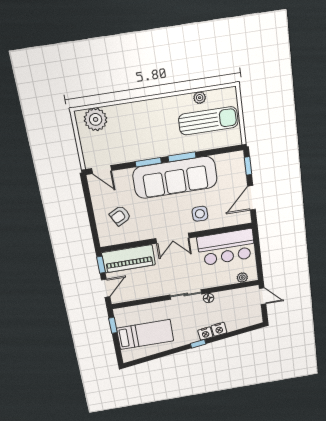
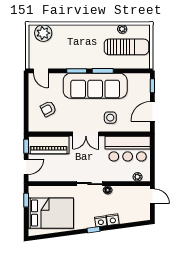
bed: (145, 334) -> (51, 213), width x1.50

